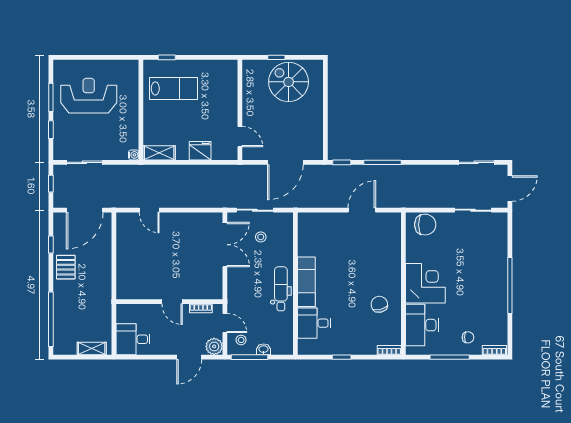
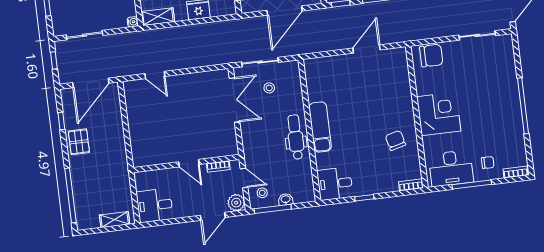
desk: (314, 323) -> (335, 184), moved
desk: (422, 325) -> (451, 168), moved, turned -90

